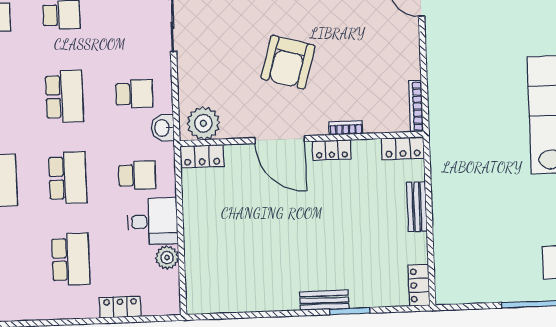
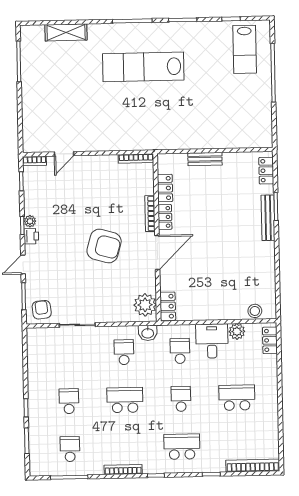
bookcase: (346, 128) -> (150, 214), width x1.56
locker: (403, 148) -> (165, 188), moved
school desk: (68, 178) -> (181, 399), width x0.54
stool: (197, 283) -> (255, 311), added
locker: (419, 285) -> (266, 171), moved, turned 90
bench: (324, 300) -> (268, 218), width x1.36
locker: (120, 307) -> (270, 340), moved

